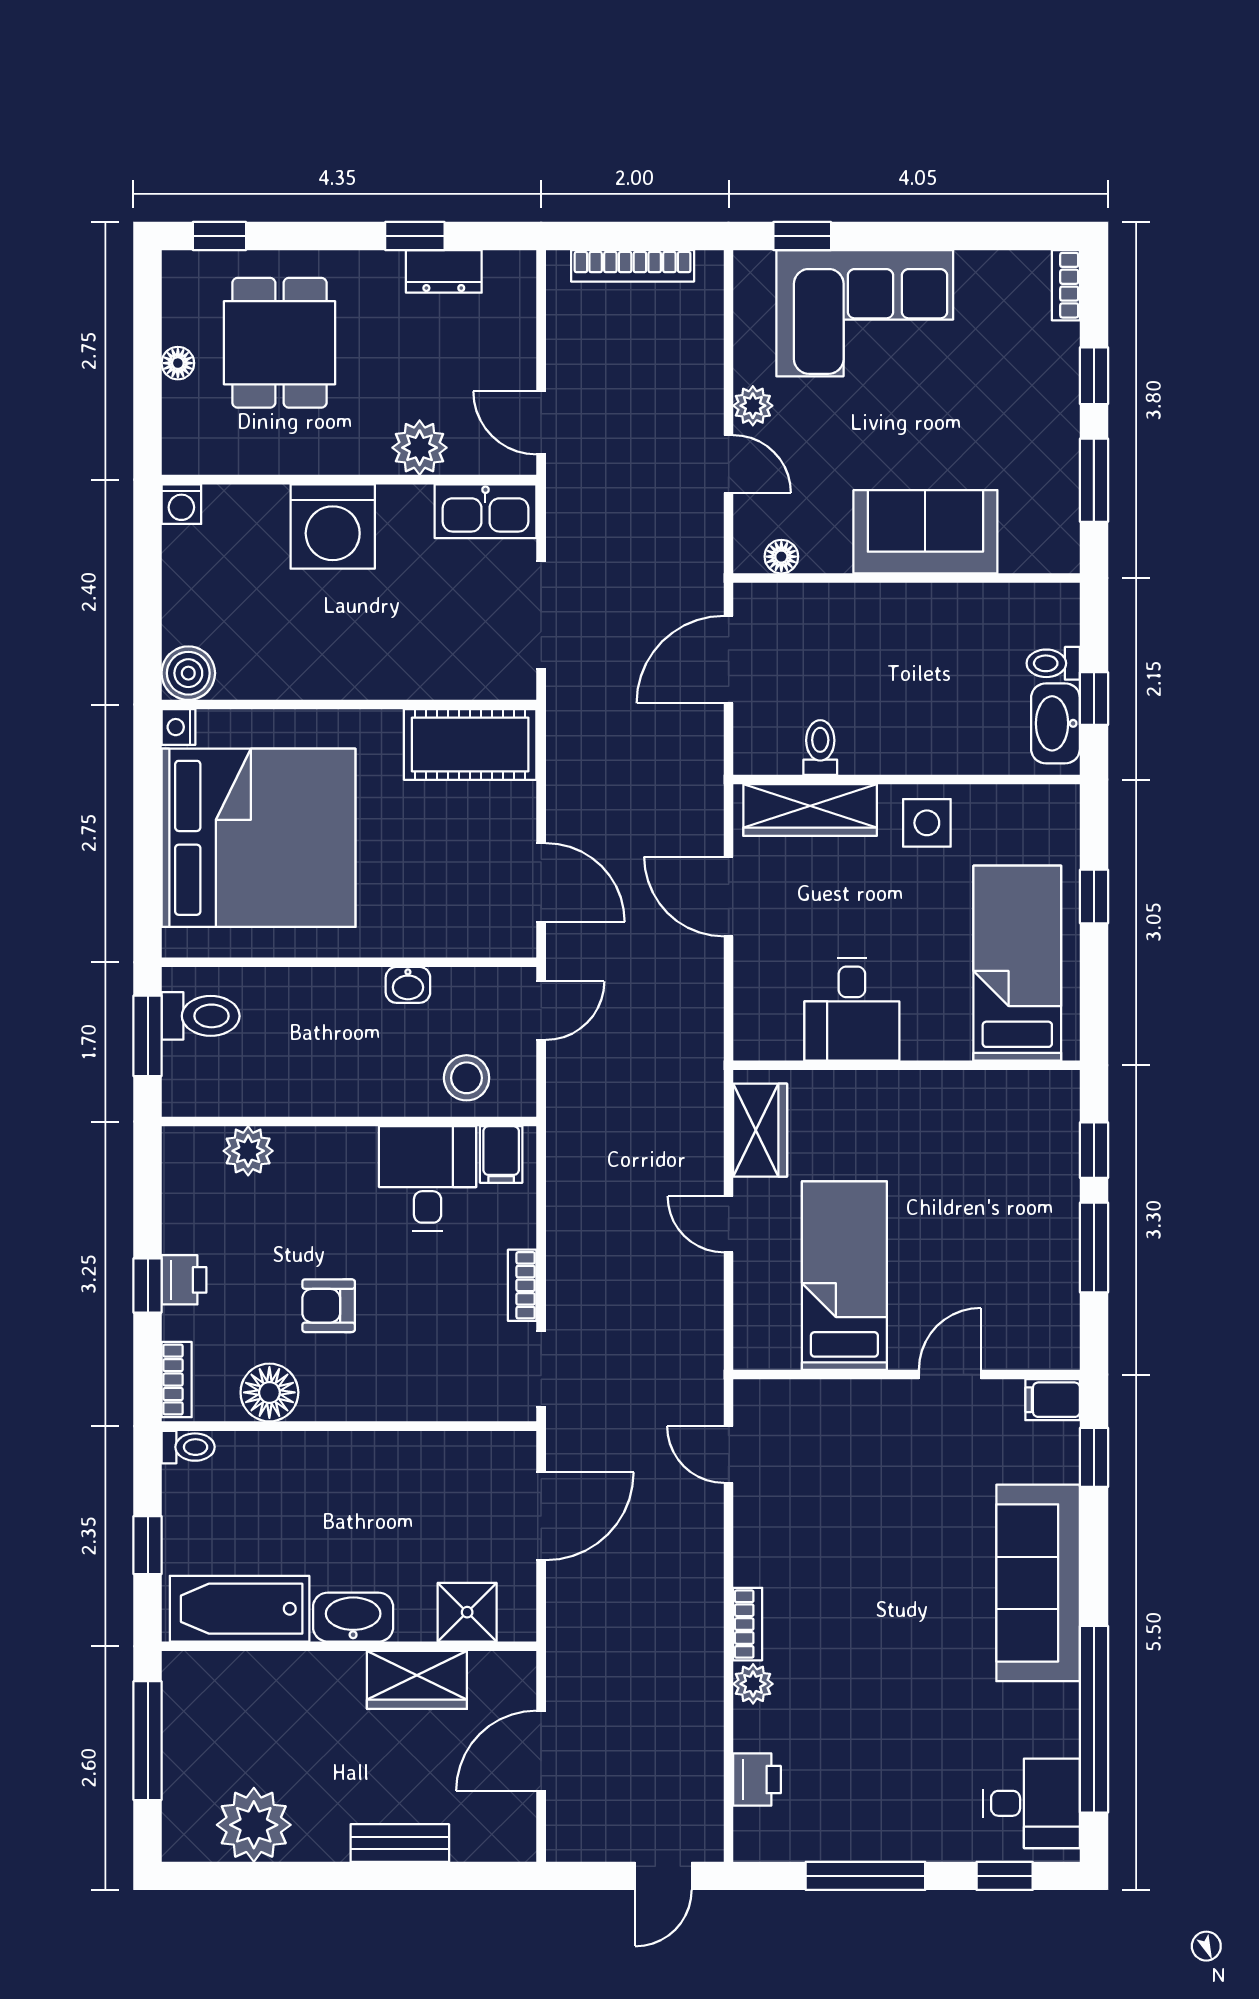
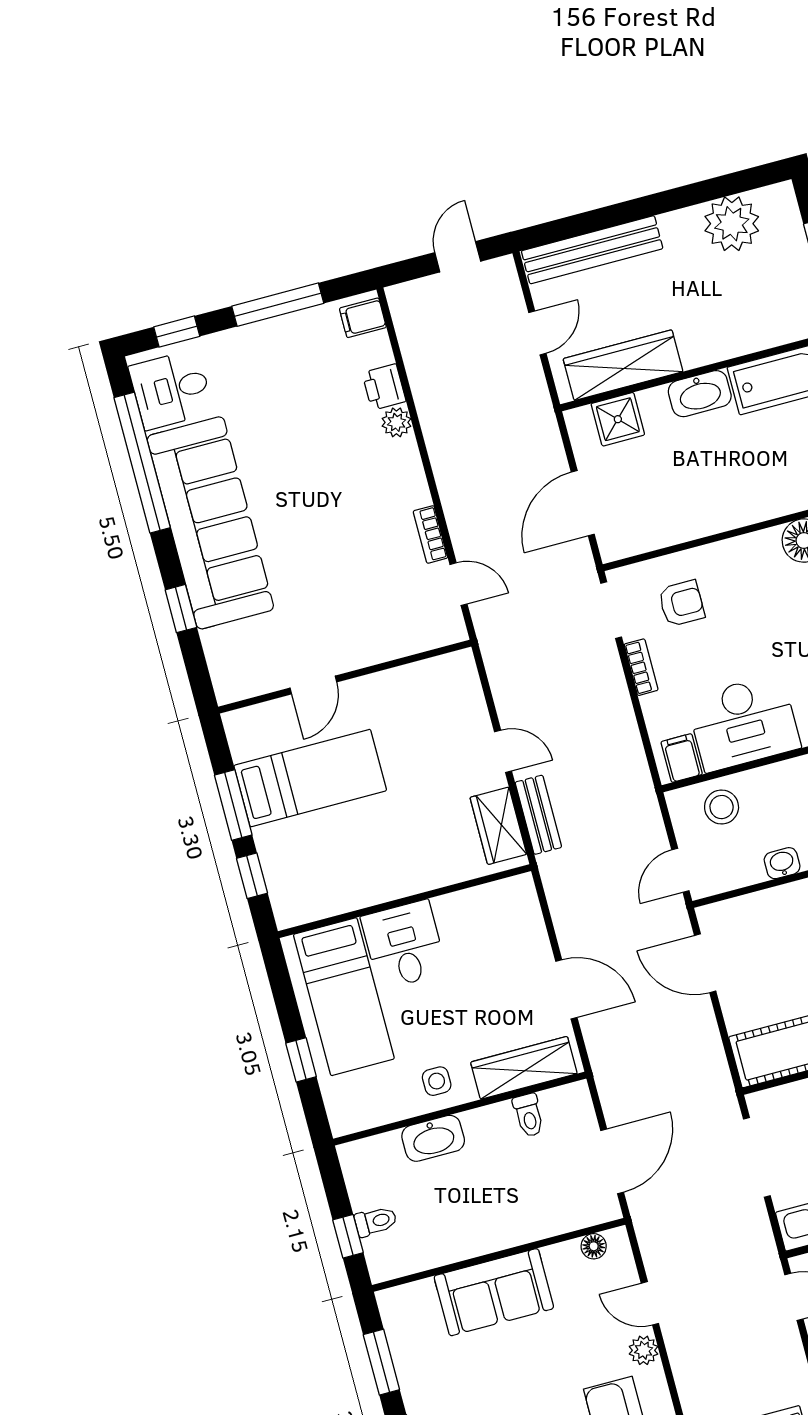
window: (1094, 699) -> (348, 1236), moved
washbasin: (1055, 723) -> (433, 1138), moved, turned 90
side table: (927, 823) -> (437, 1081), width x0.73, depth x0.73
desk: (852, 1010) -> (404, 945), moved
bench: (705, 1131) -> (538, 815), added
desk: (428, 1179) -> (744, 723), width x1.37
bed: (844, 1276) -> (310, 778), moved, turned -90
armchair: (329, 1306) -> (681, 603), moved
filing cabinet: (1053, 1400) -> (363, 318), moved, turned 180
window: (1094, 1457) -> (181, 609), moved
sofa: (1038, 1583) -> (210, 523), width x1.36, depth x1.27
bookcase: (748, 1624) -> (430, 534), moved
wardrobe: (417, 1680) -> (623, 365), width x1.50
door: (541, 1751) -> (537, 333), width x0.73
printer: (757, 1780) -> (384, 387), moved
bench: (400, 1843) -> (592, 250), width x1.86, depth x1.21
door: (663, 1876) -> (458, 257), moved

